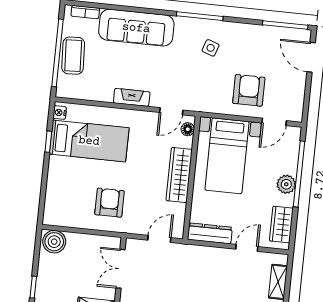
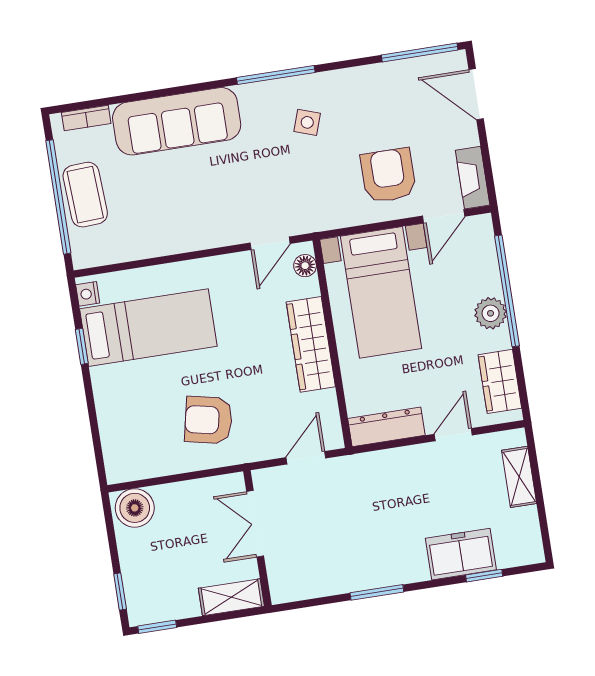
fireplace: (132, 97) -> (473, 178), moved, turned -90
armchair: (109, 203) -> (209, 420), turned -78

